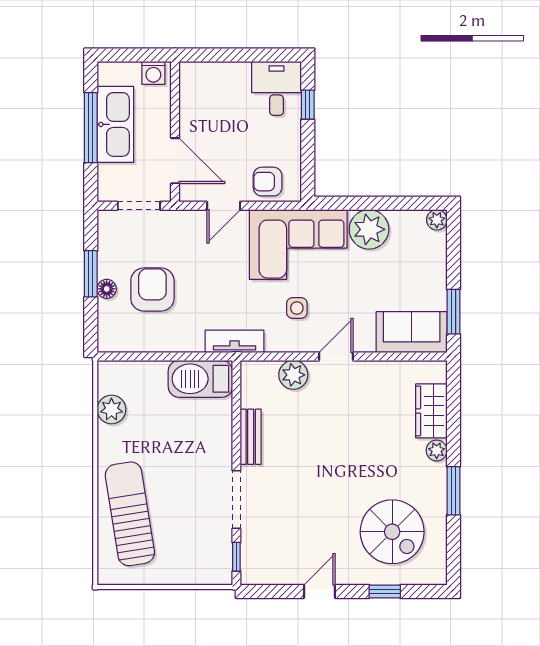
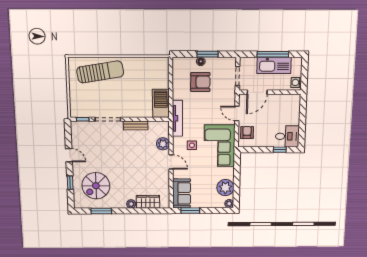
plant: (369, 229) -> (225, 188), moved
tv unit: (235, 341) -> (177, 118), width x1.41
plant: (111, 409) -> (147, 64), removed
window: (453, 491) -> (101, 211), moved

